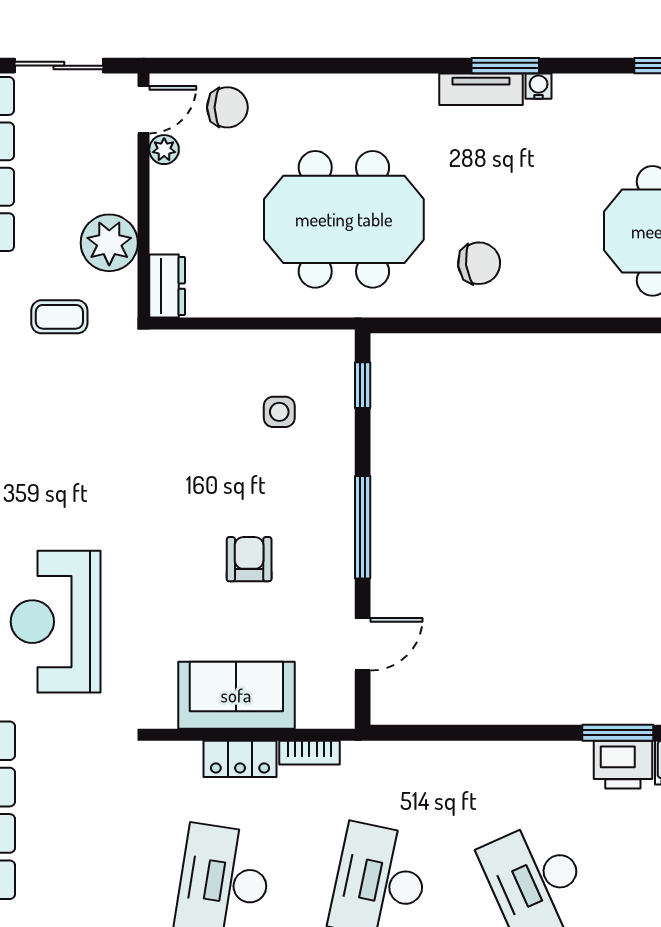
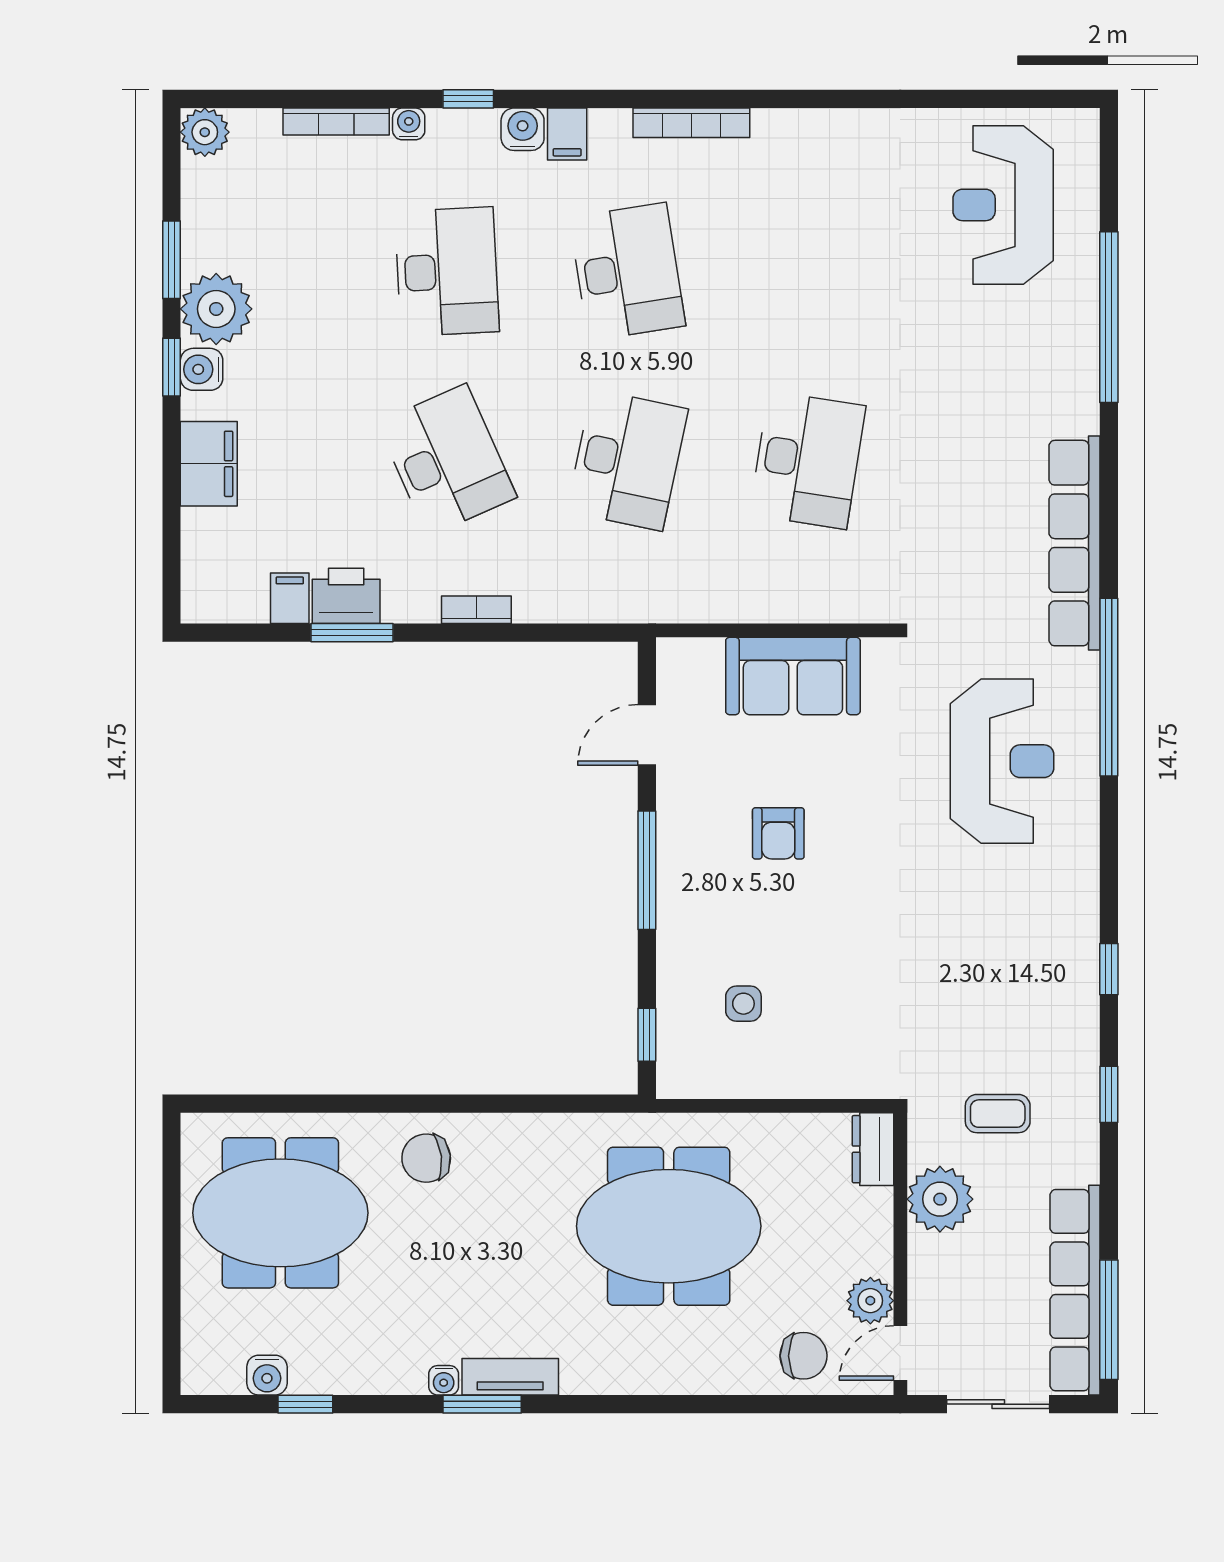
chair: (227, 107) -> (803, 1356), turned 180
plant: (164, 150) -> (870, 1301), width x1.38, depth x1.38
chair: (479, 263) -> (426, 1158), moved
bookcase: (309, 753) -> (476, 610), moved
locker: (240, 759) -> (789, 603), removed

